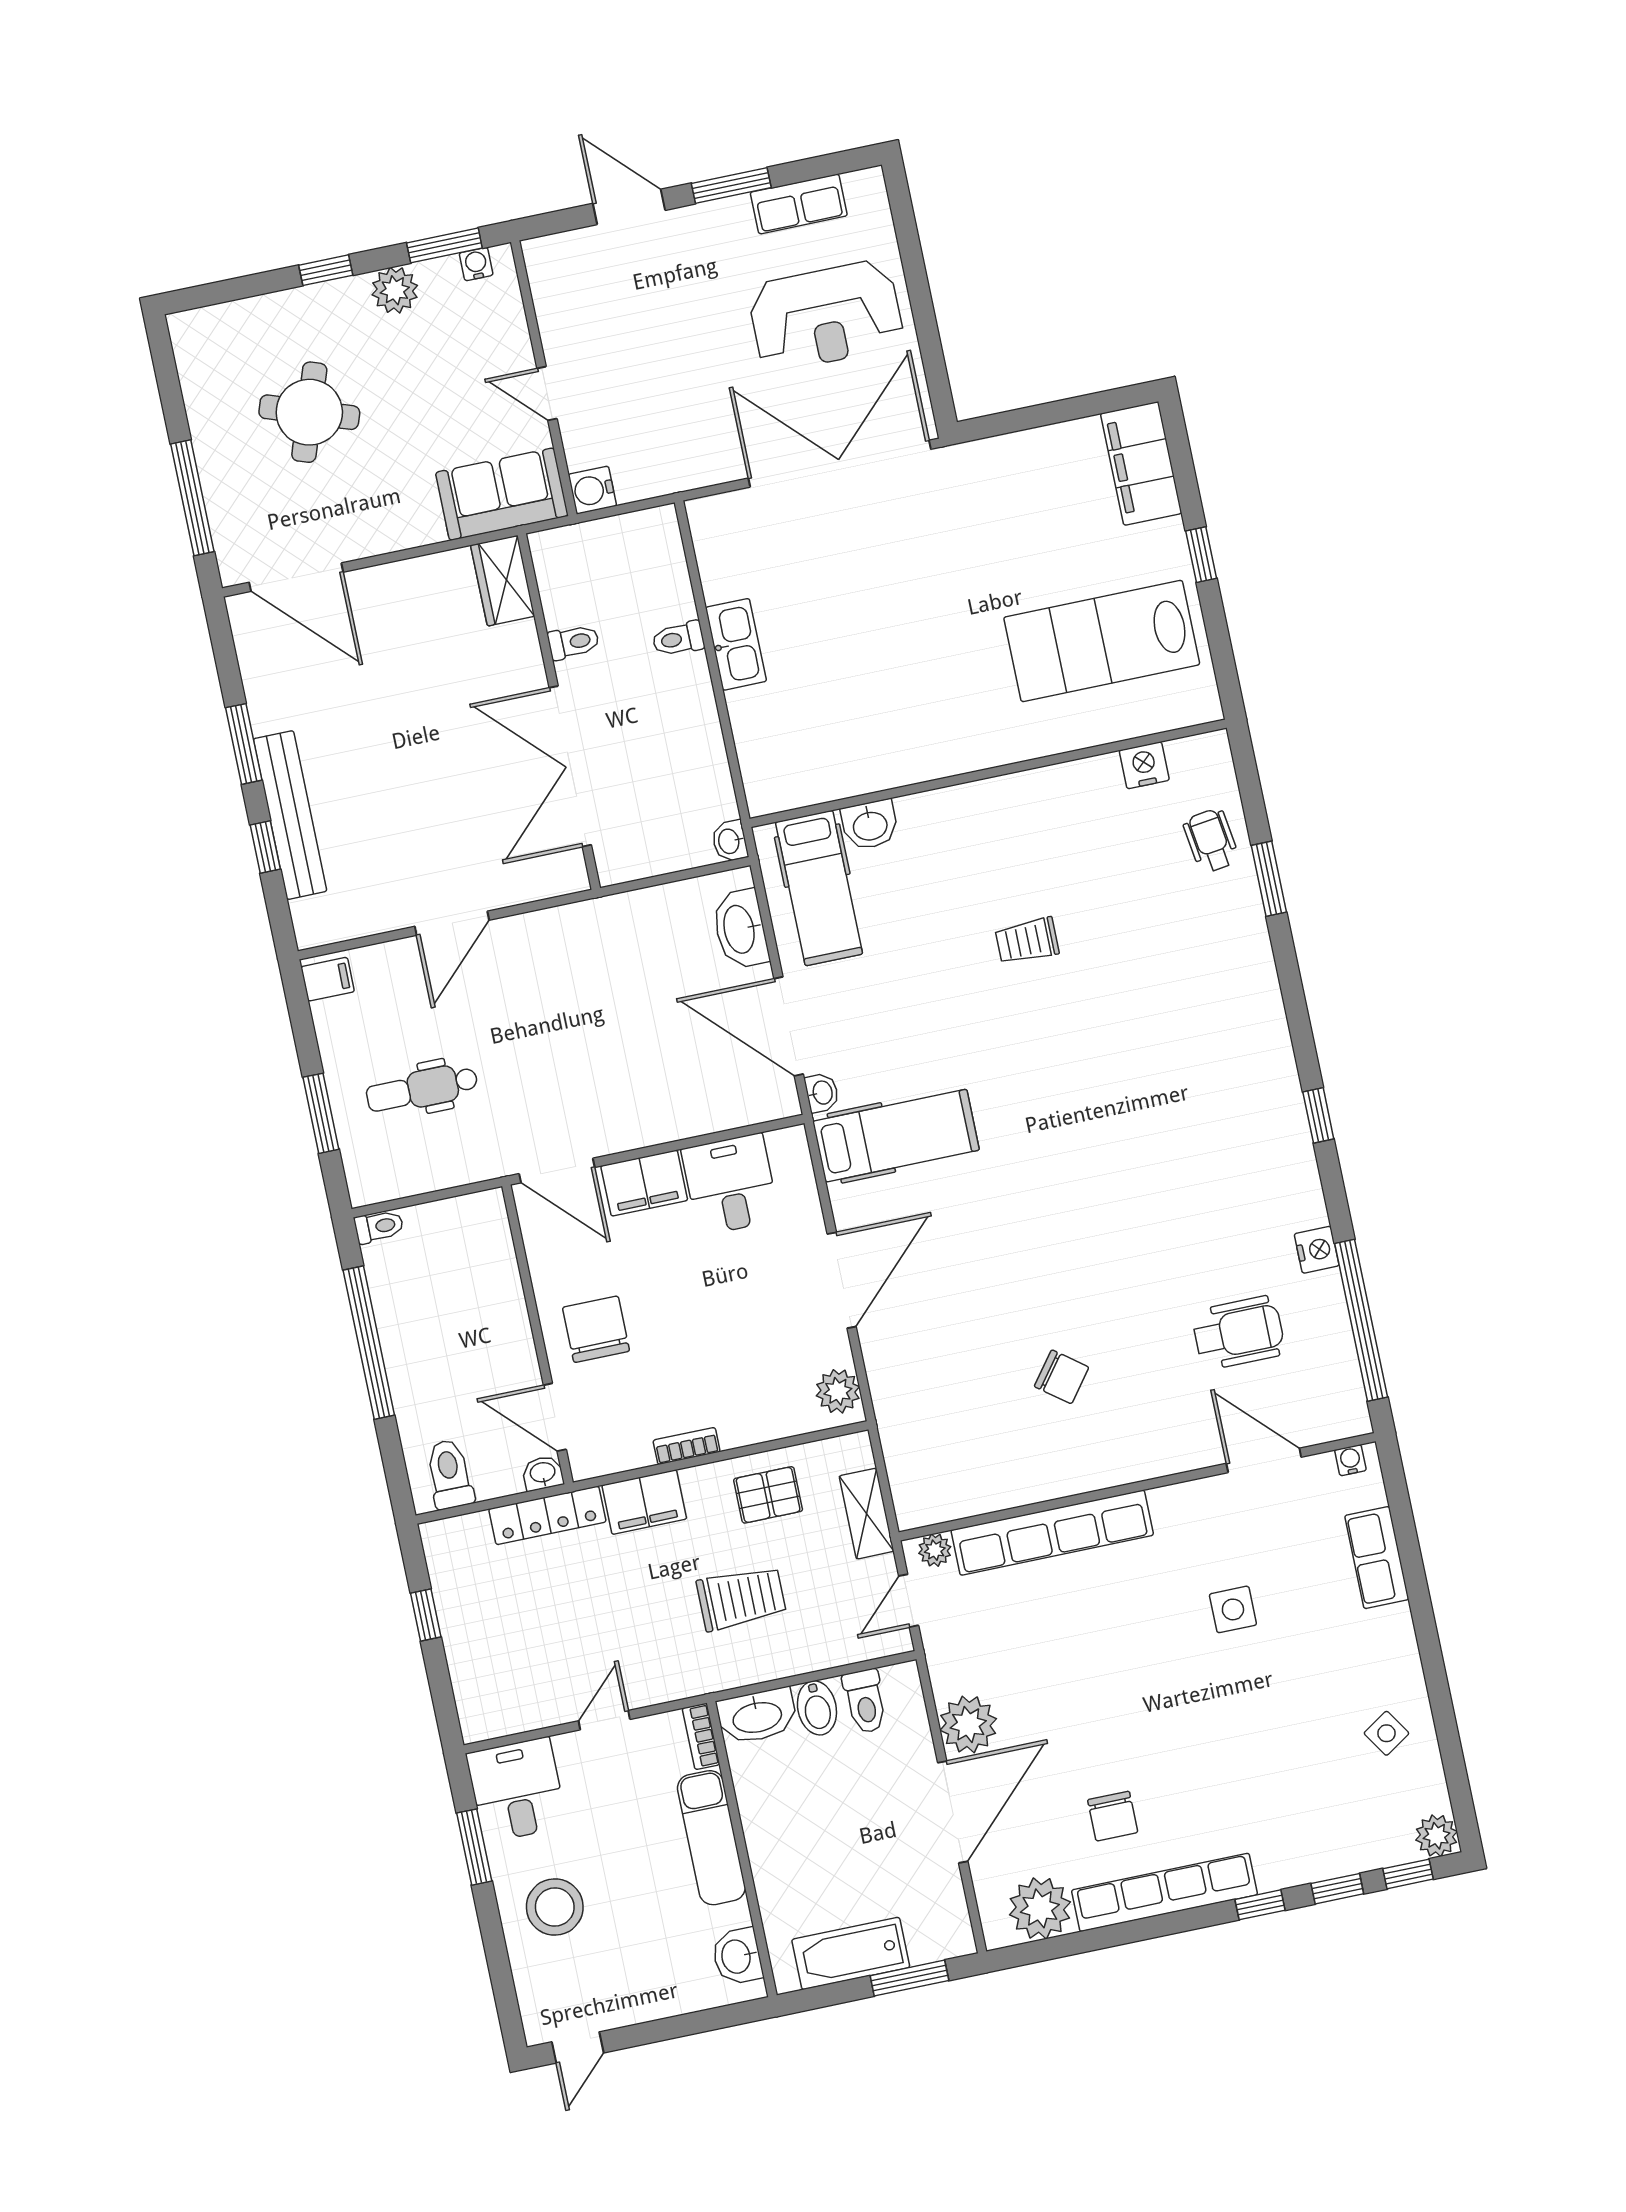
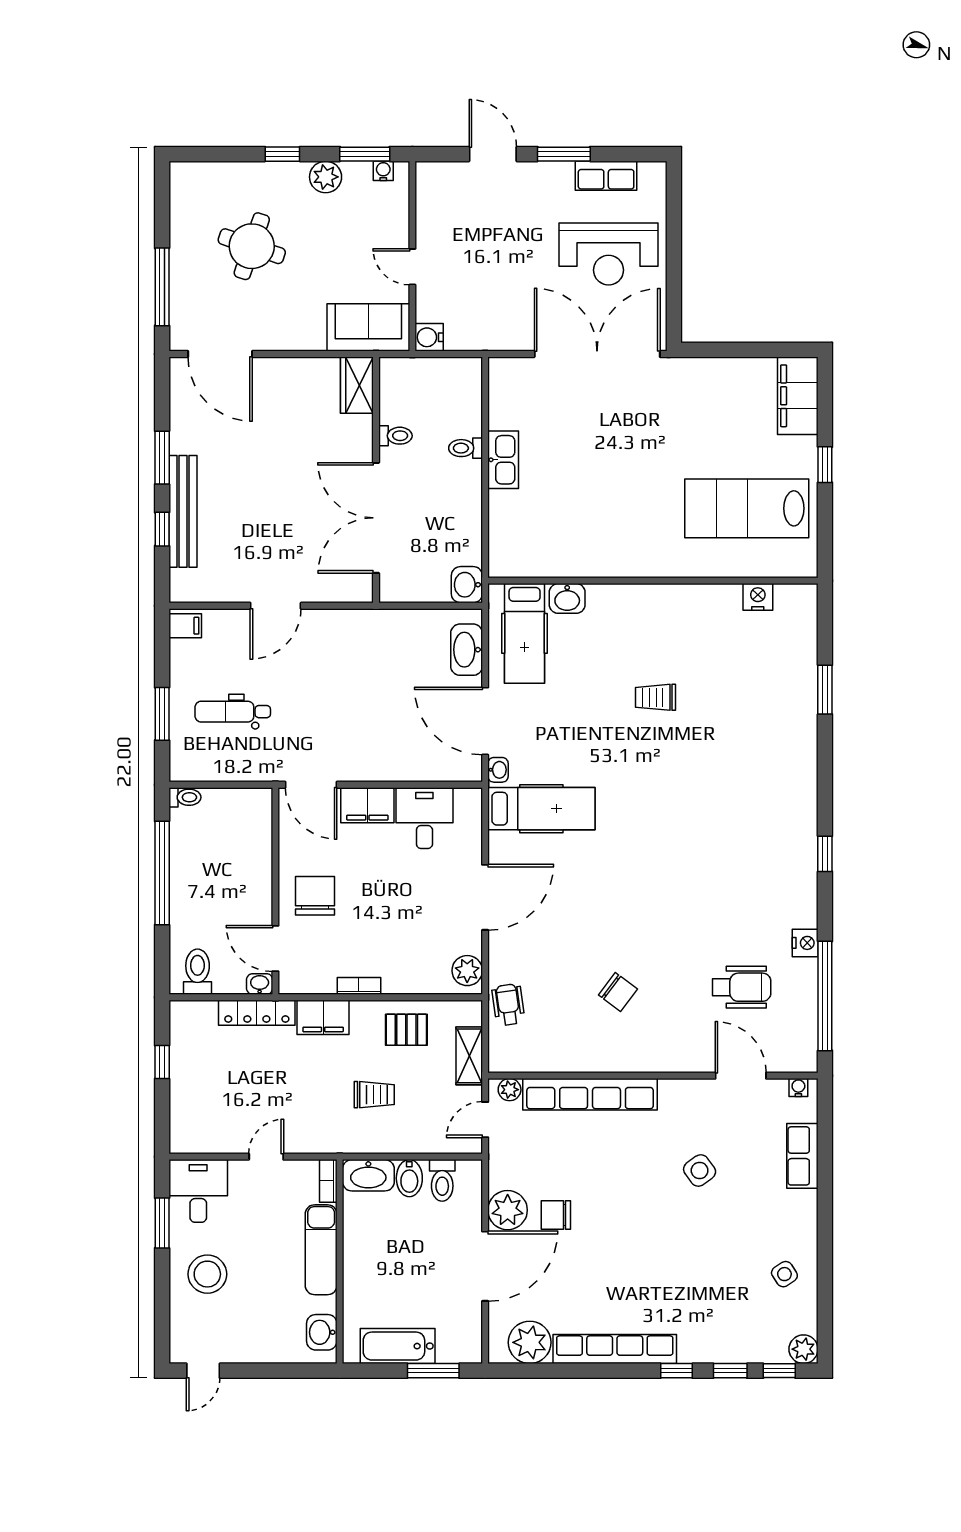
washbasin: (730, 841) -> (467, 585), width x1.38, depth x1.45
wheelchair: (1211, 841) -> (508, 1005), moved
trolley: (741, 1598) -> (374, 1095), width x0.73, depth x0.72
side table: (1233, 1609) -> (700, 1170), turned -36
chair: (1113, 1816) -> (556, 1215), moved, turned 90

